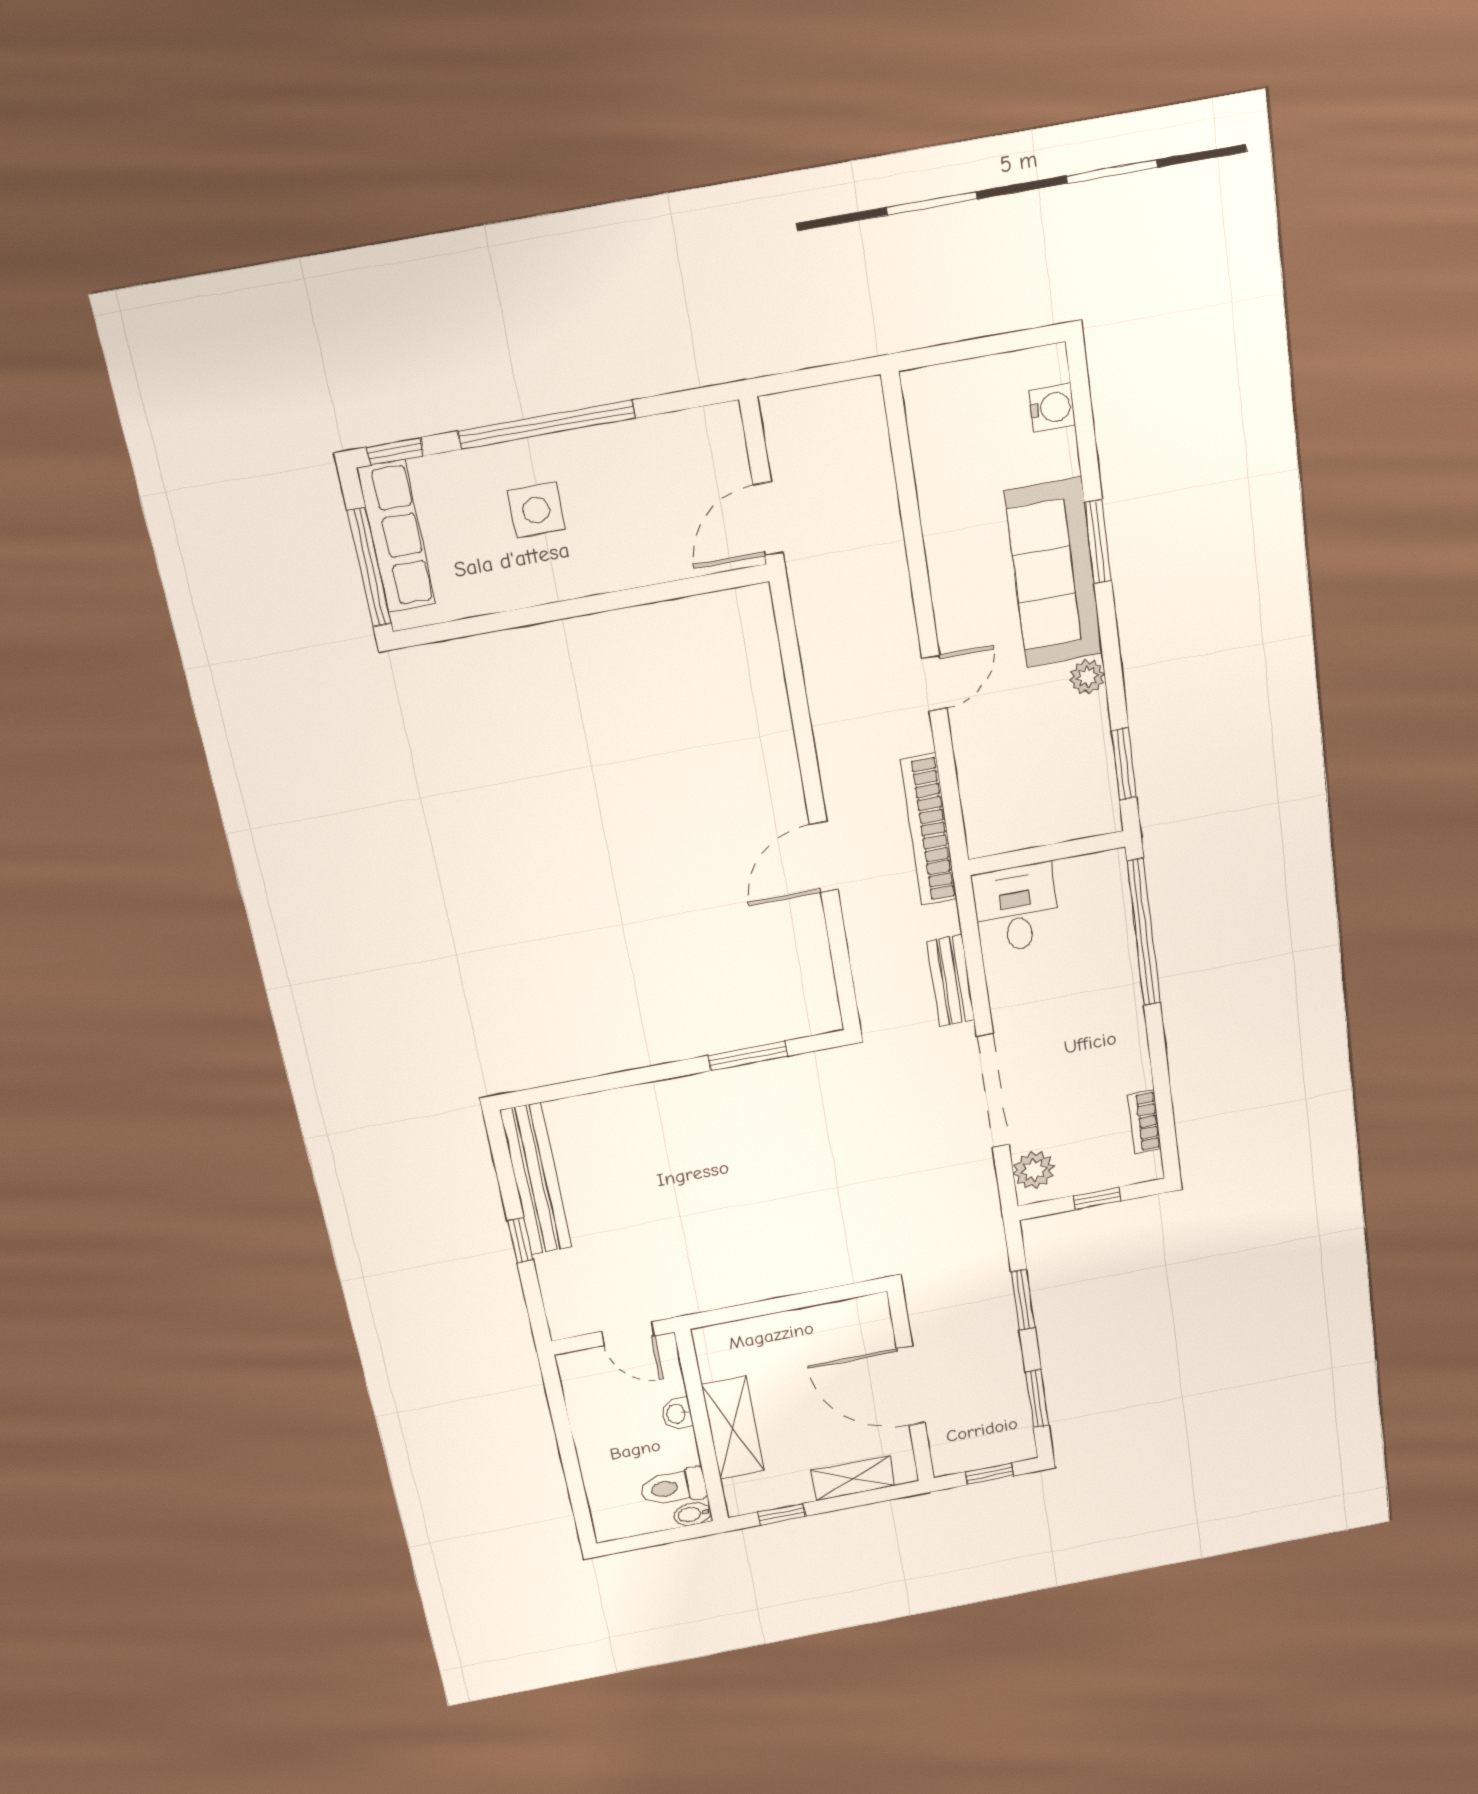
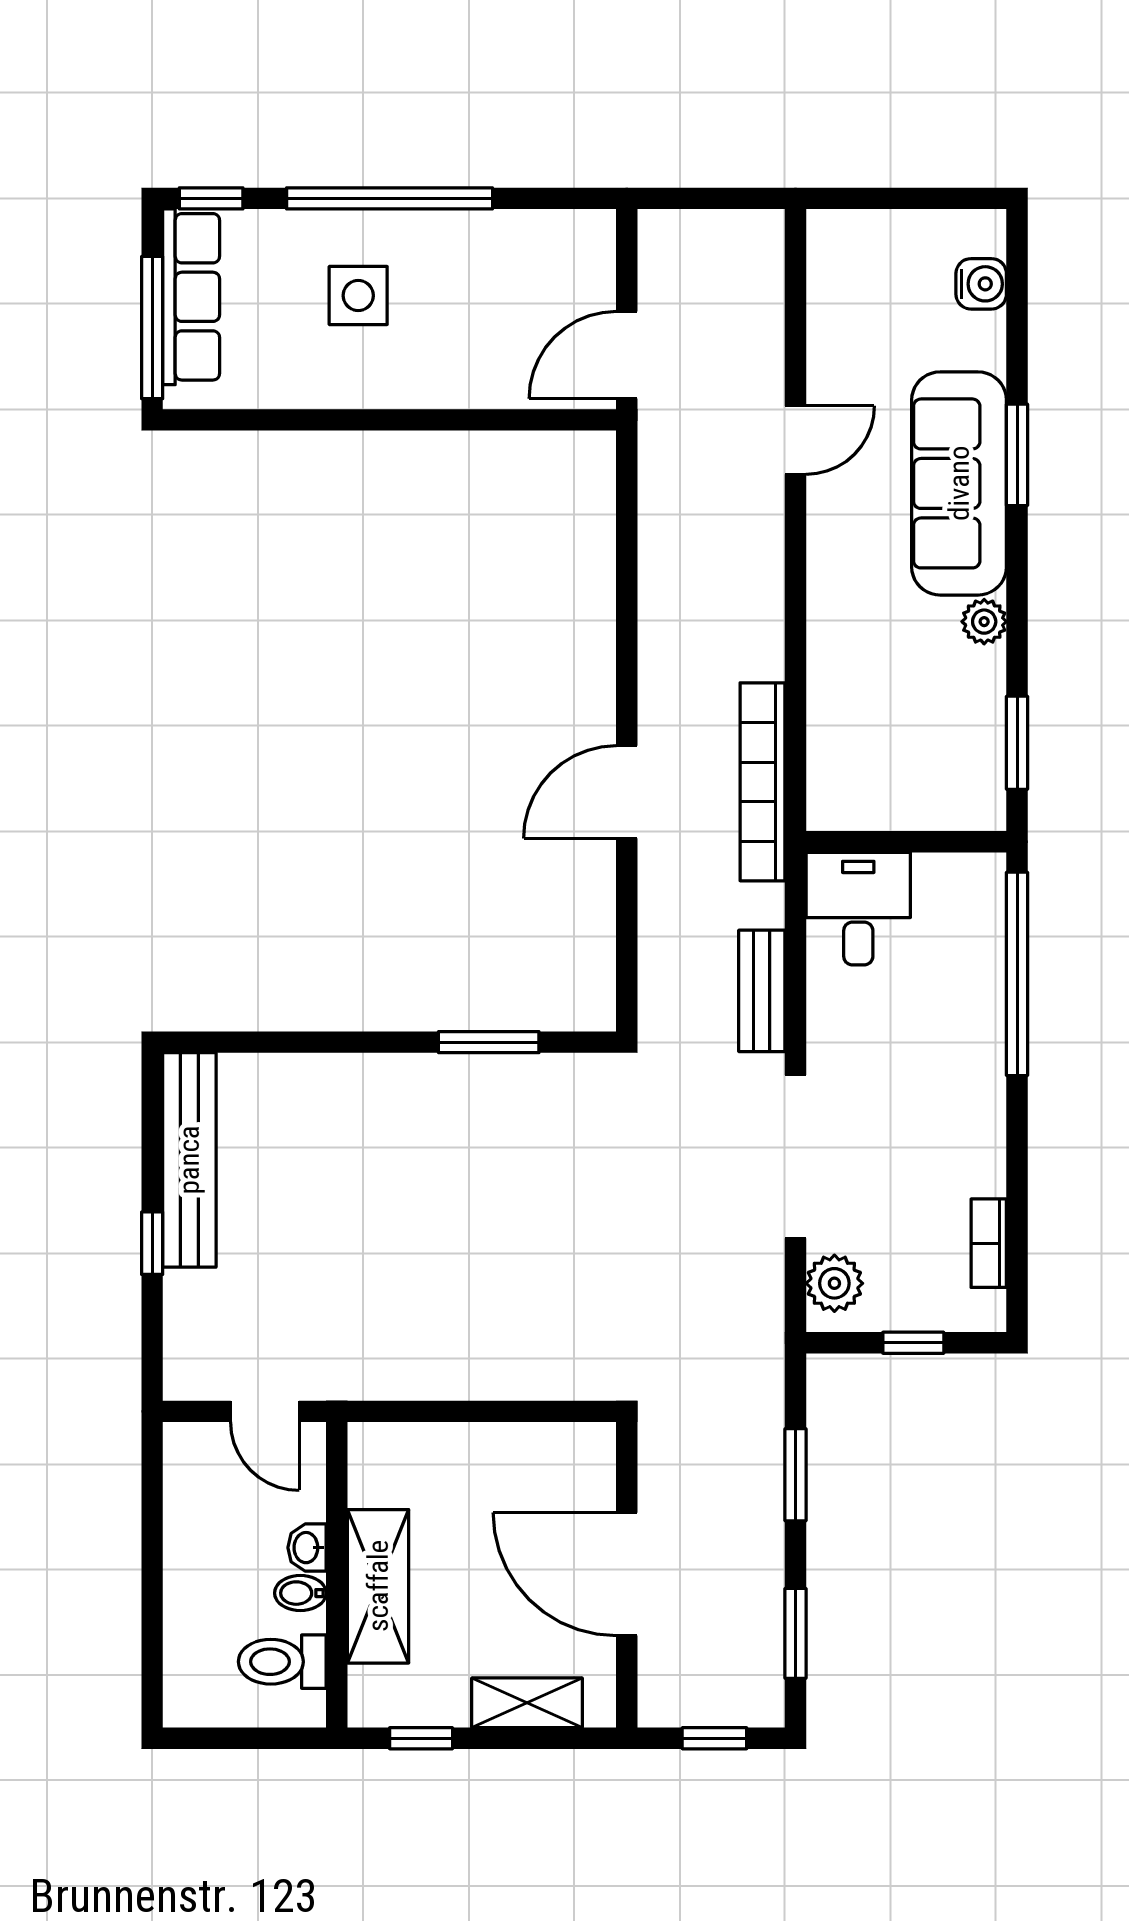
door: (934, 683) -> (796, 440), moved
bidet: (692, 1514) -> (300, 1593), moved

